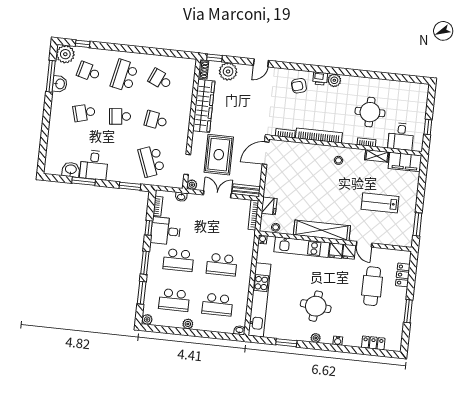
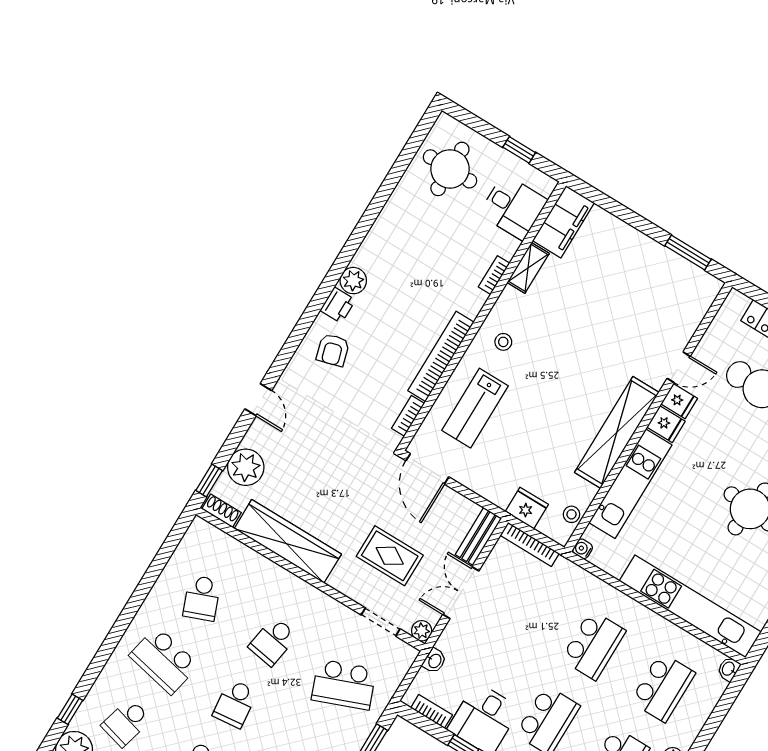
school desk: (160, 79) -> (202, 598), turned -45
round table: (370, 112) -> (450, 169), moved
rug: (219, 155) -> (390, 556), width x0.73, depth x0.70
lab bench: (380, 203) -> (475, 408), moved

